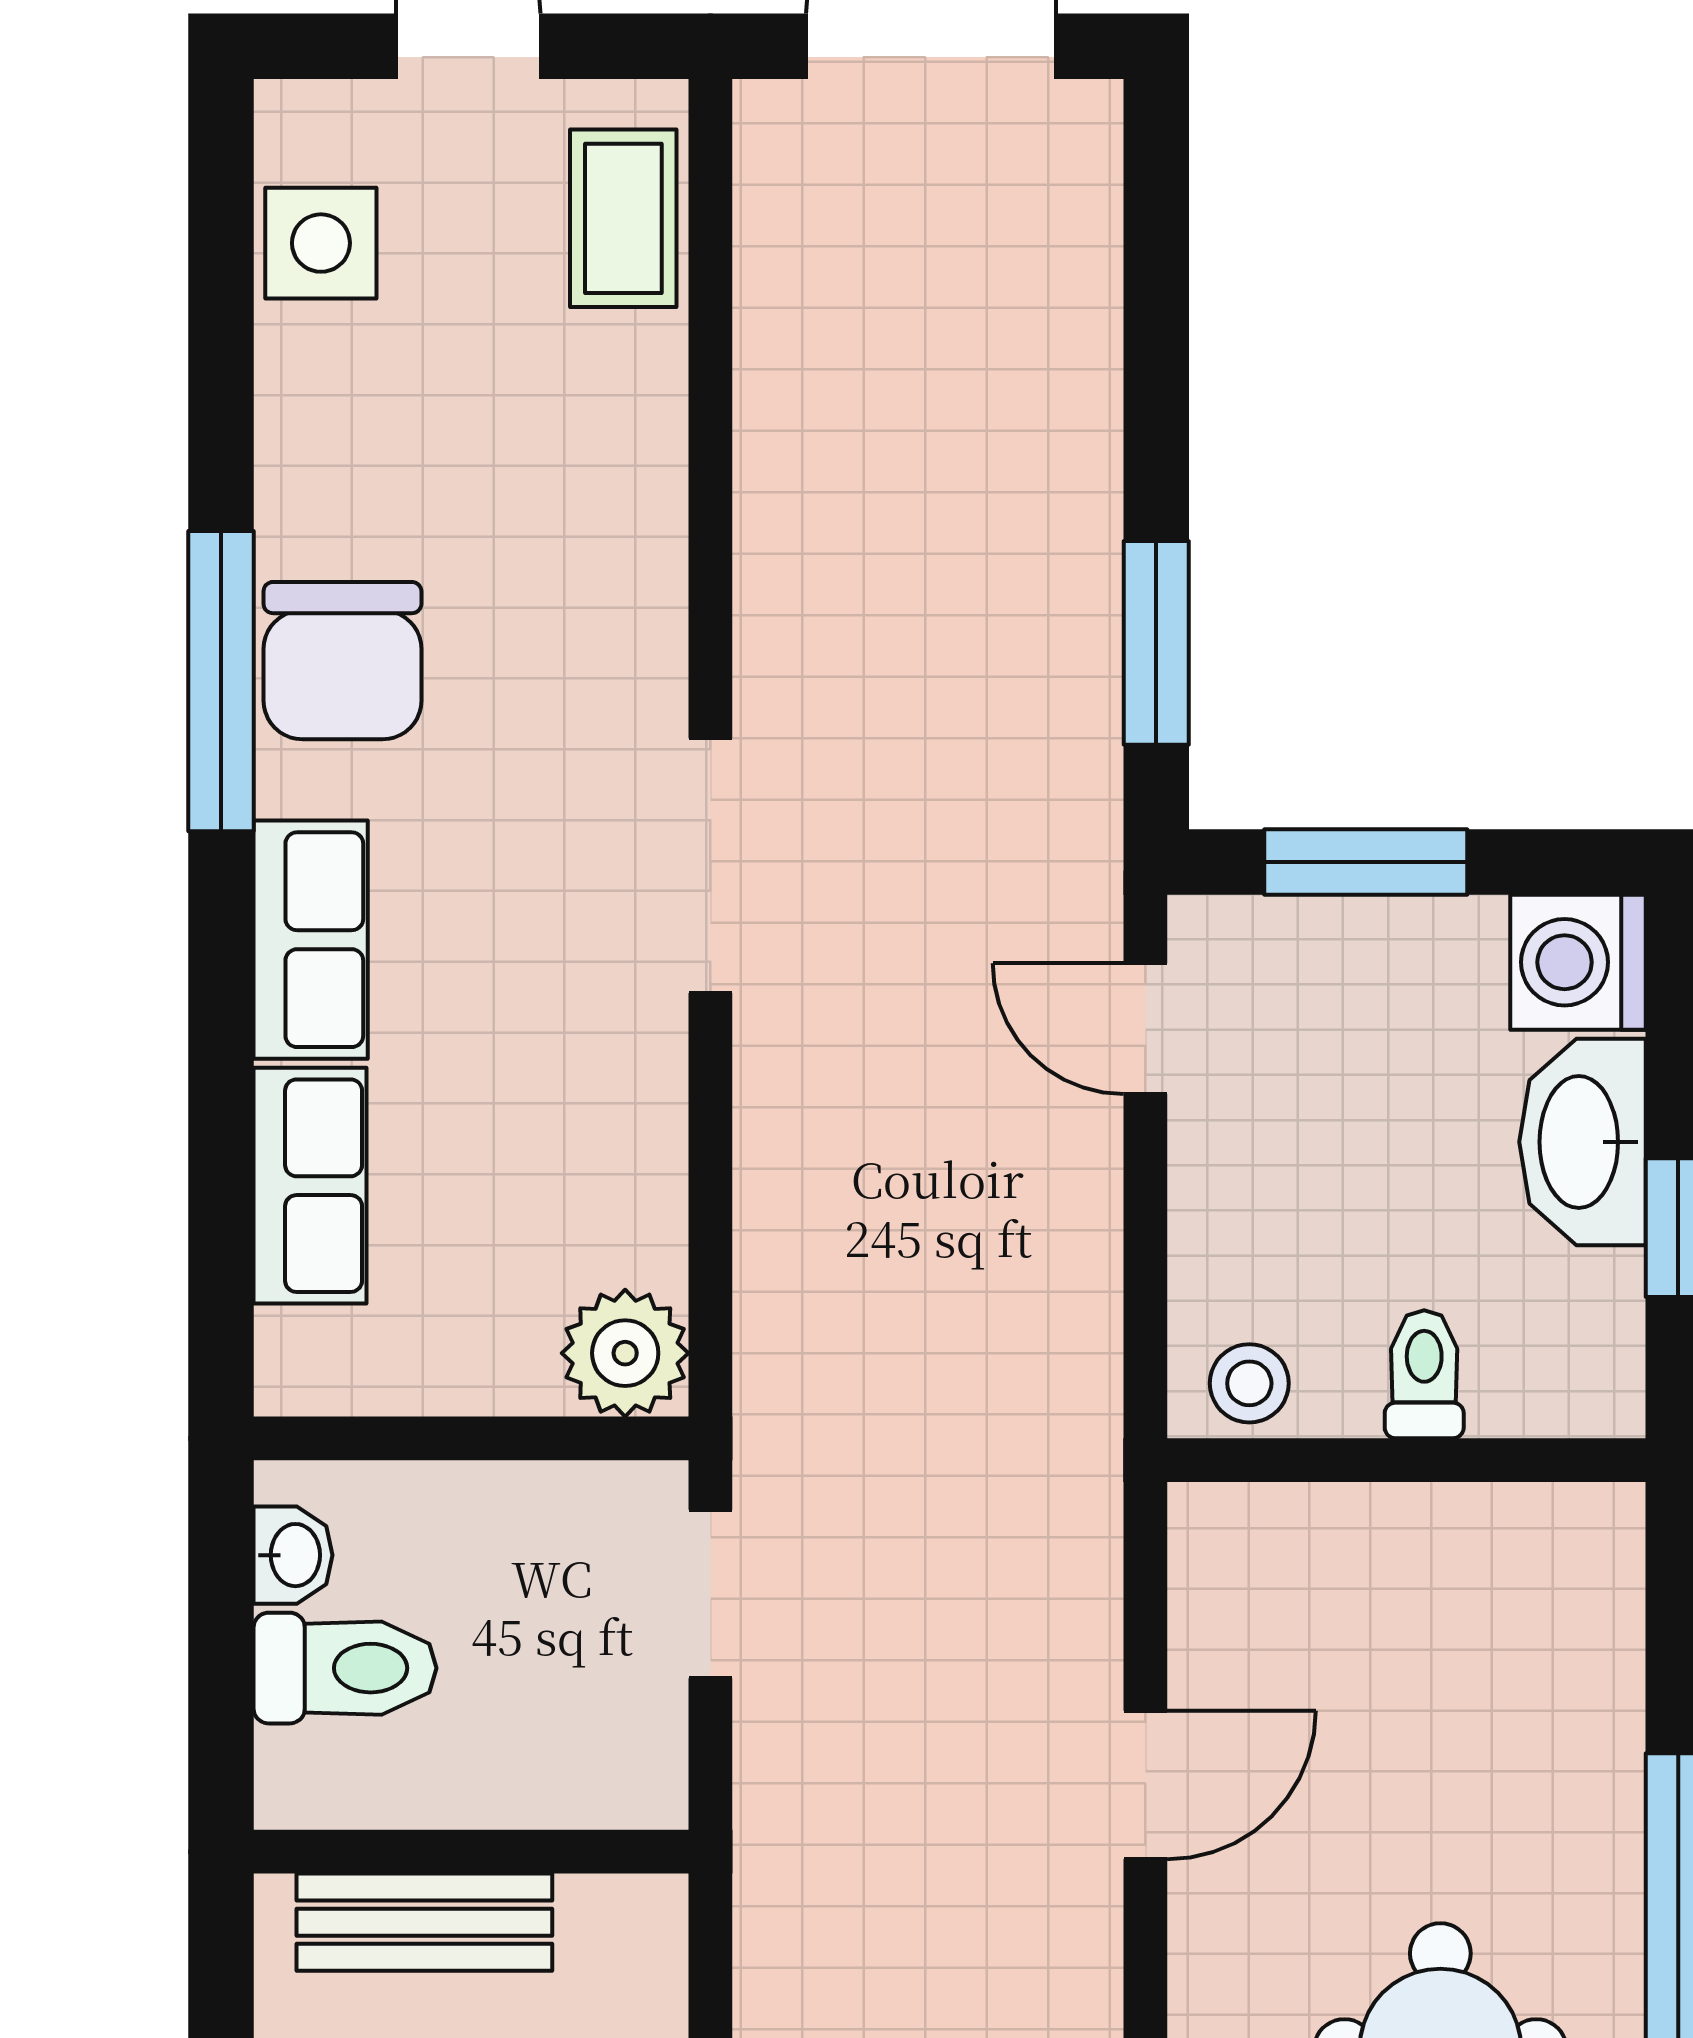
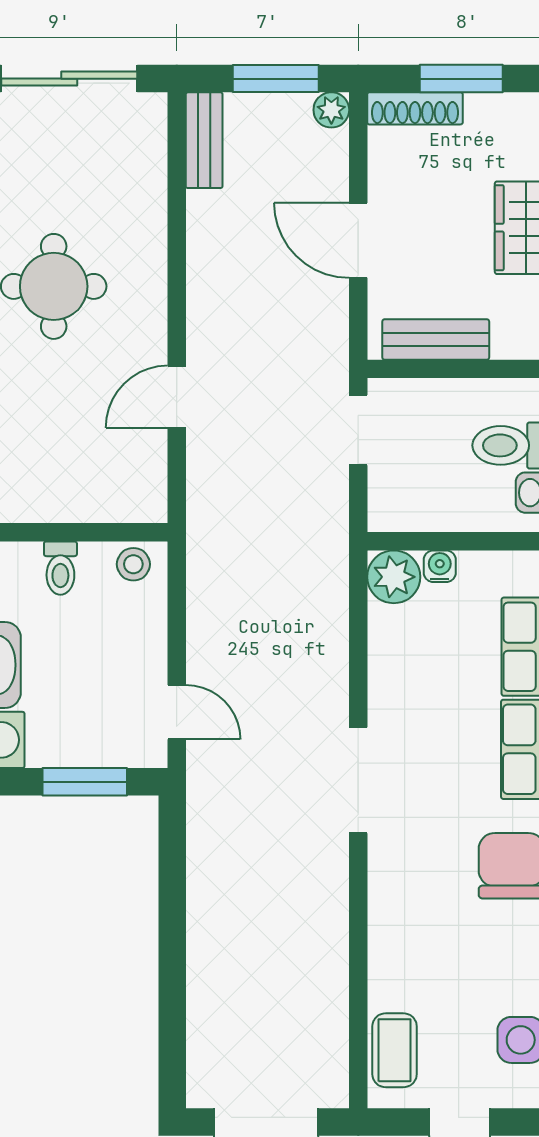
window: (1156, 643) -> (172, 873), removed
water cooler: (515, 1379) -> (440, 566), added
doorway: (710, 1594) -> (358, 430), moved
bench: (424, 1922) -> (436, 339), moved

